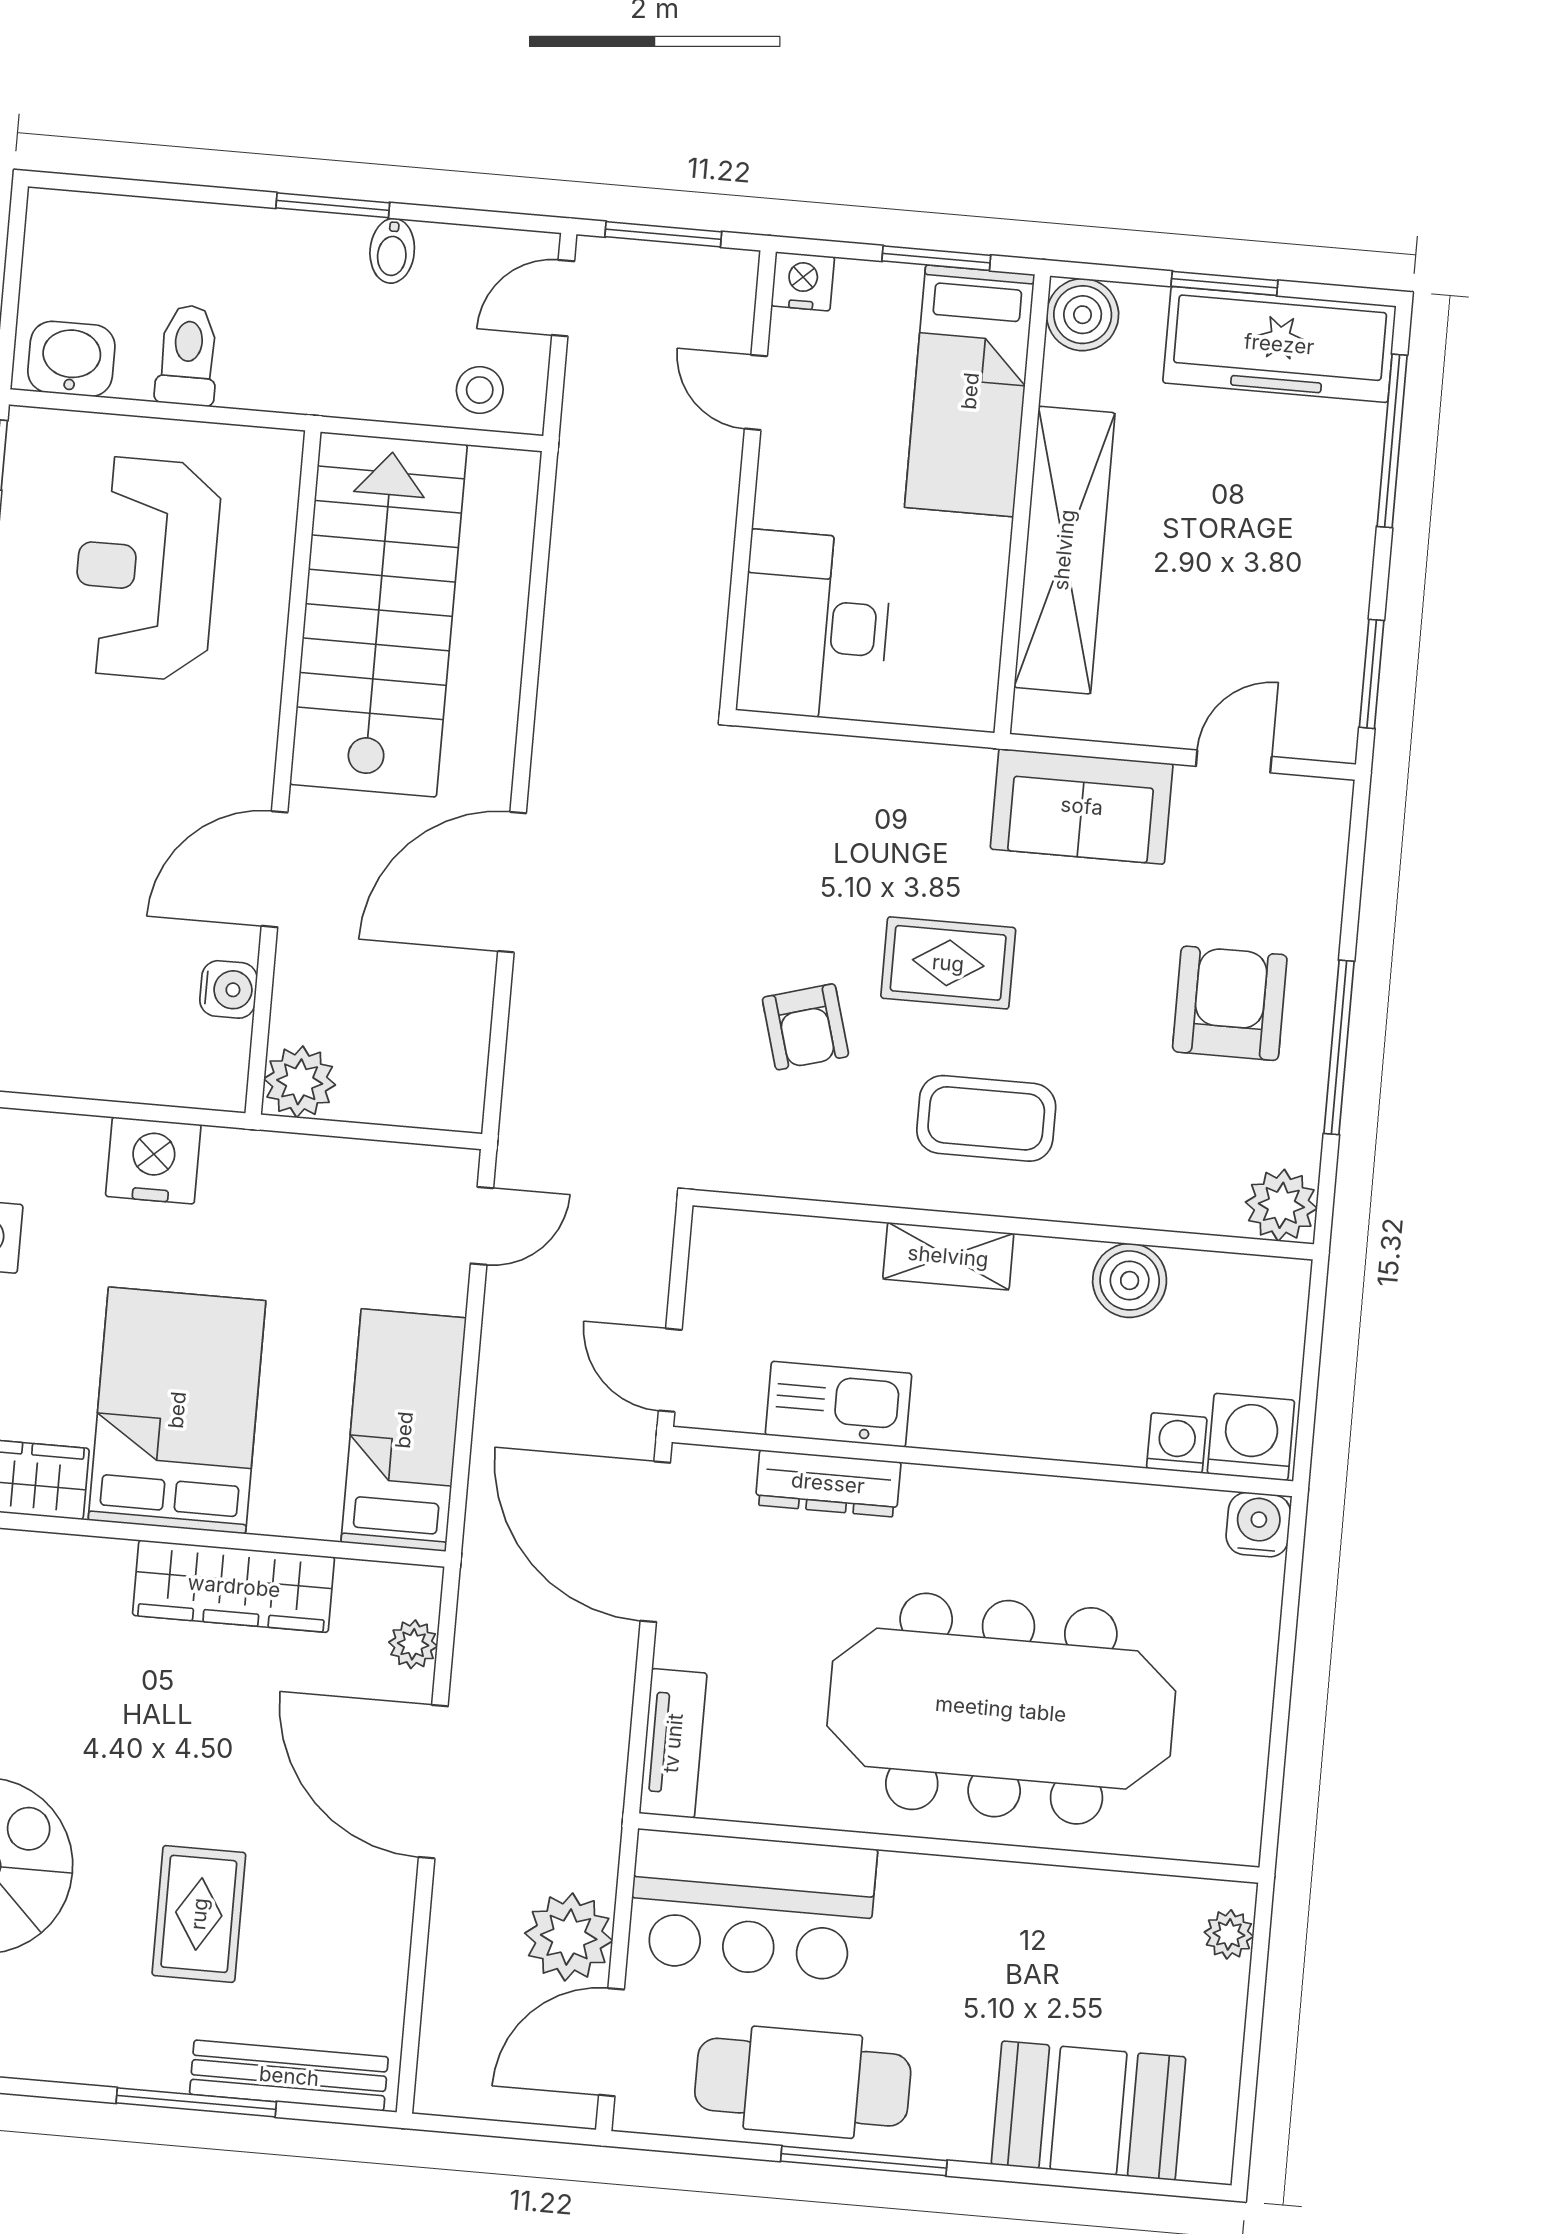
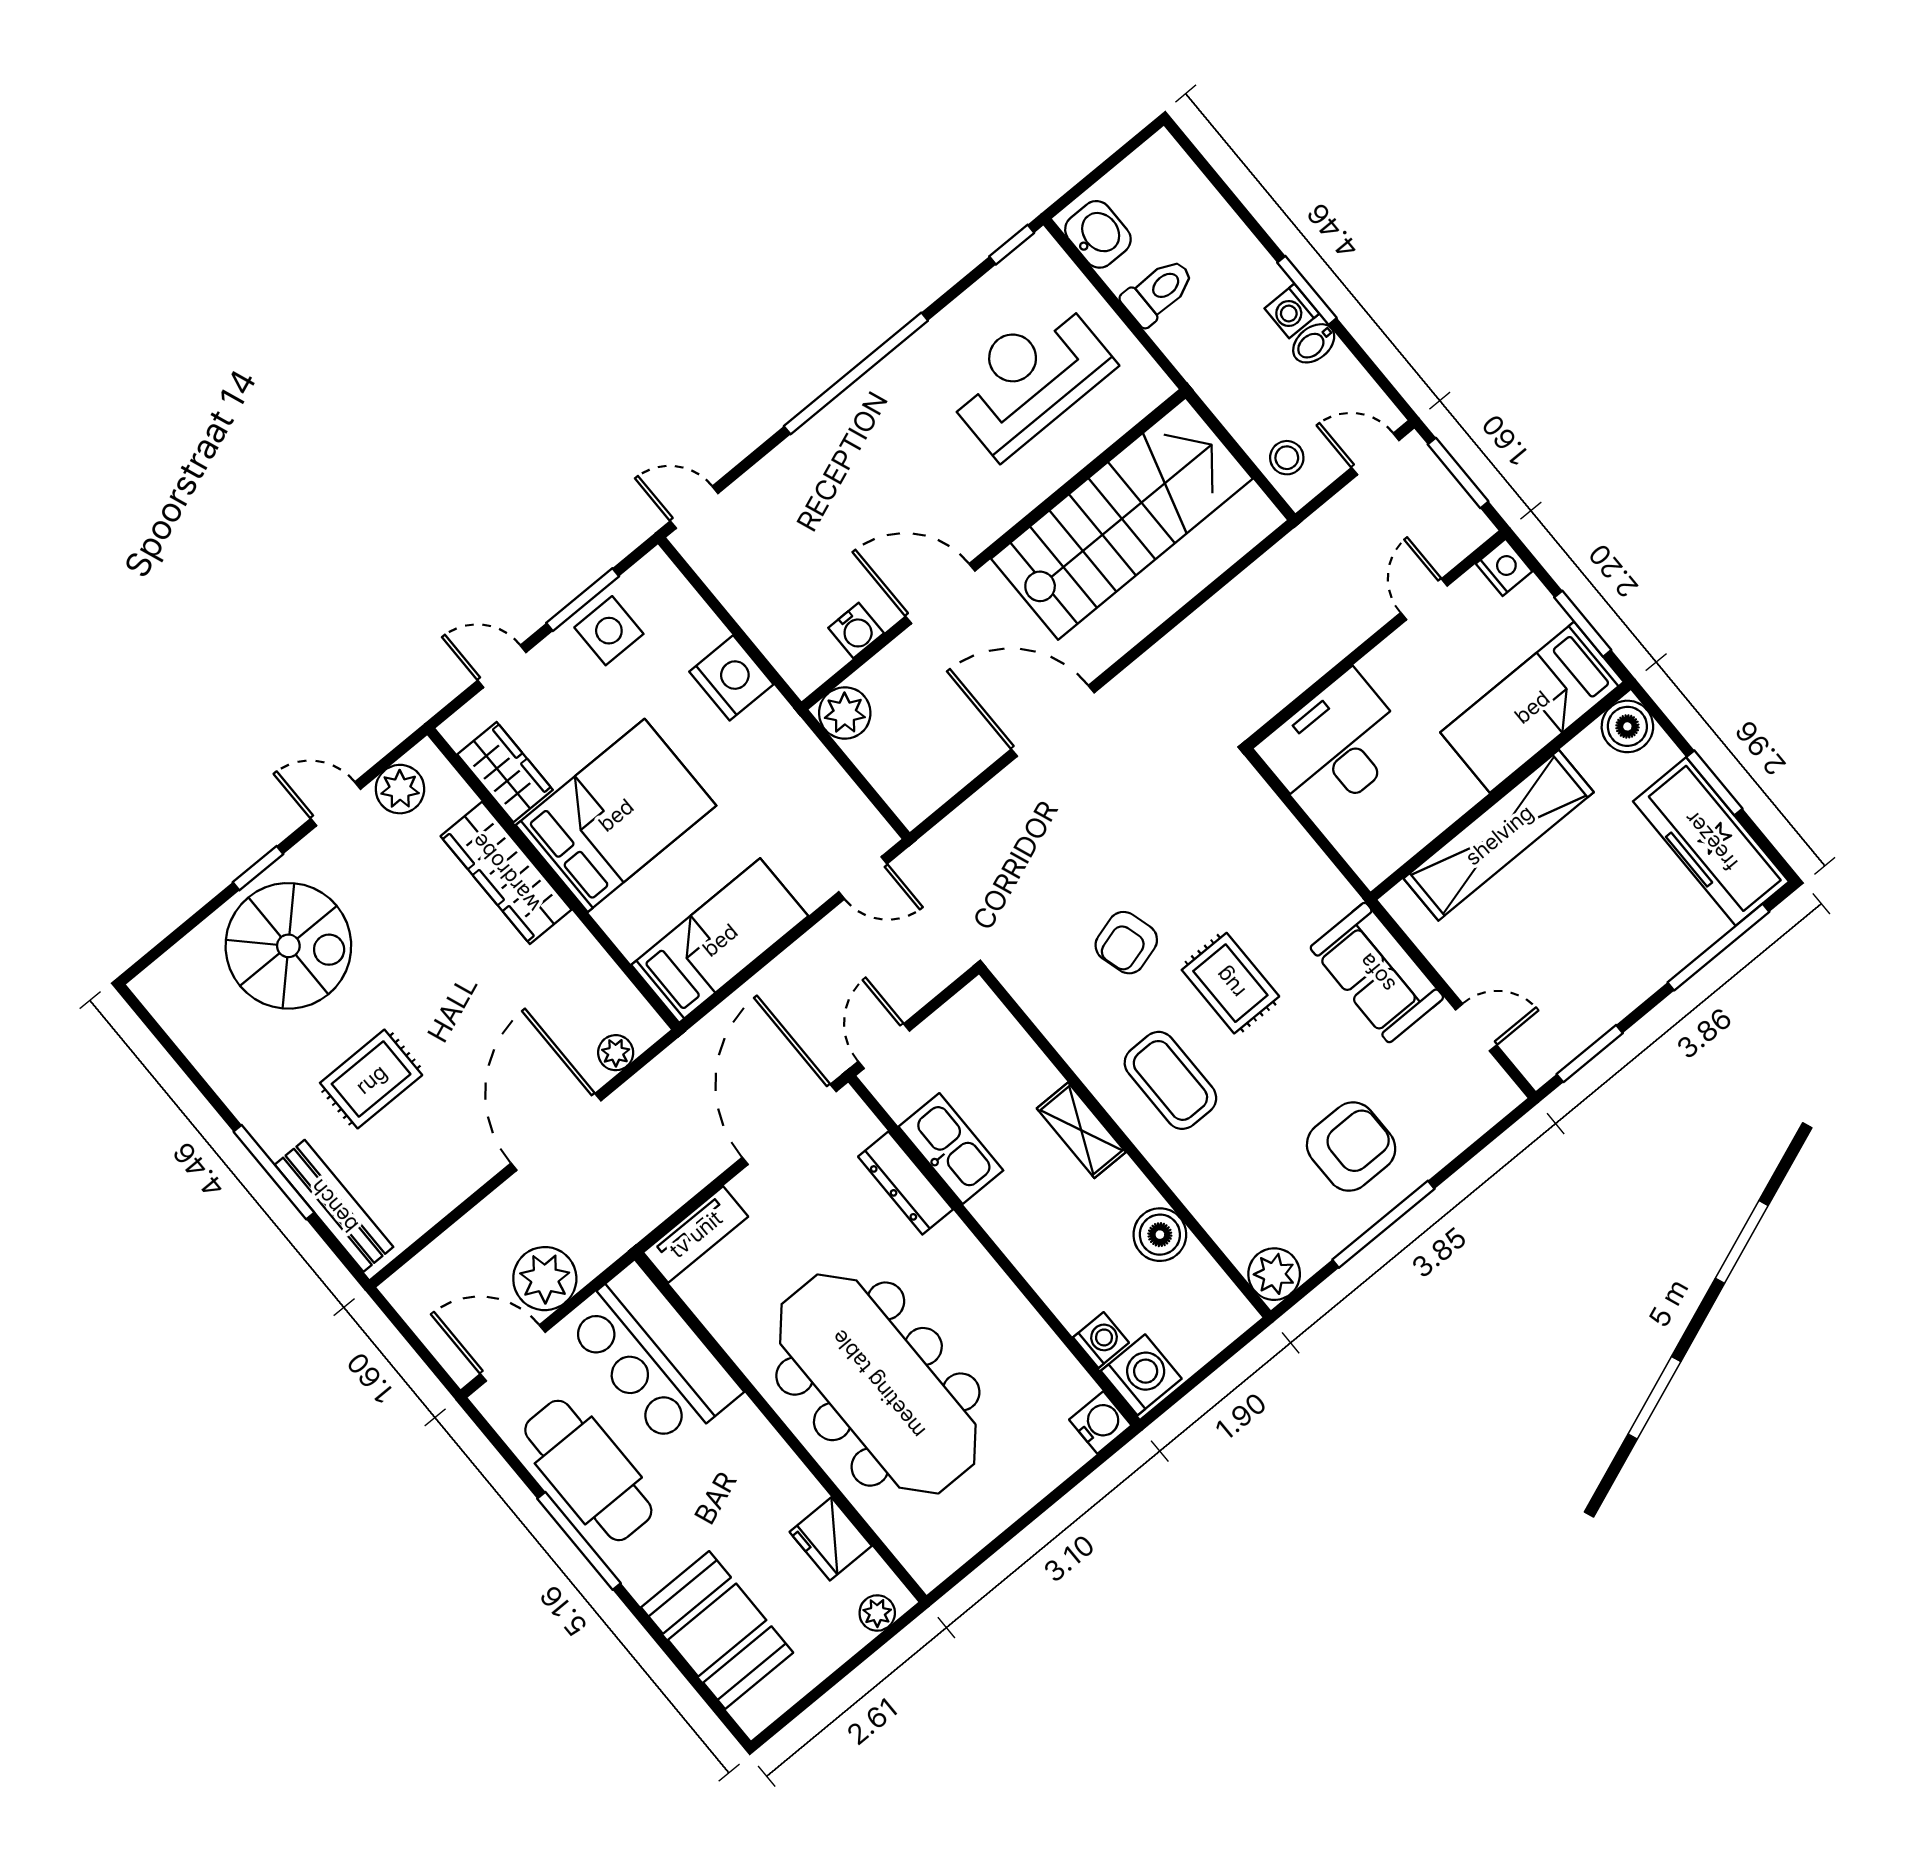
washing machine: (338, 241) -> (1292, 311), added
wardrobe: (234, 1586) -> (506, 873), moved
fridge: (1109, 1908) -> (831, 1539), added

